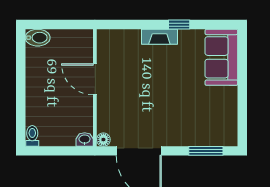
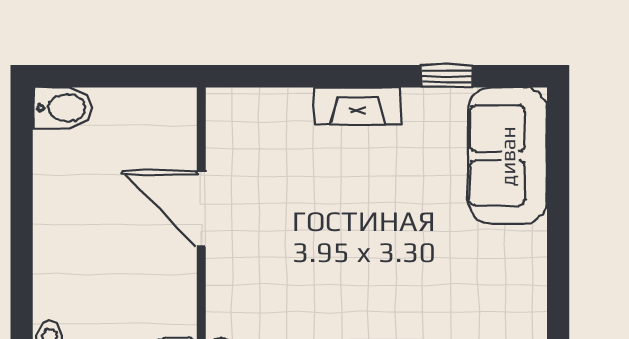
window: (179, 25) -> (447, 76), moved

